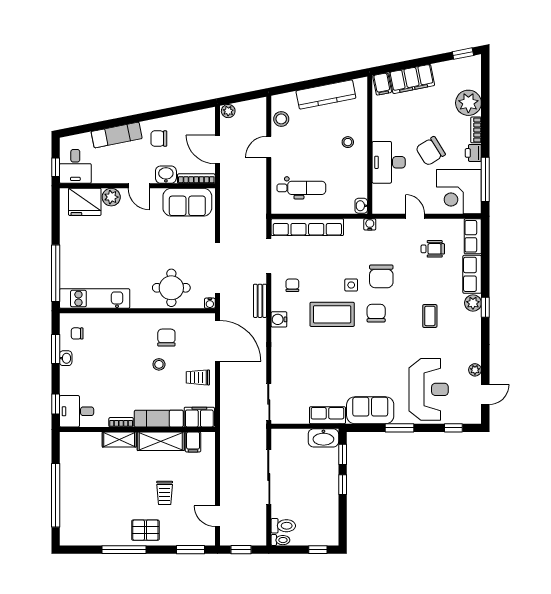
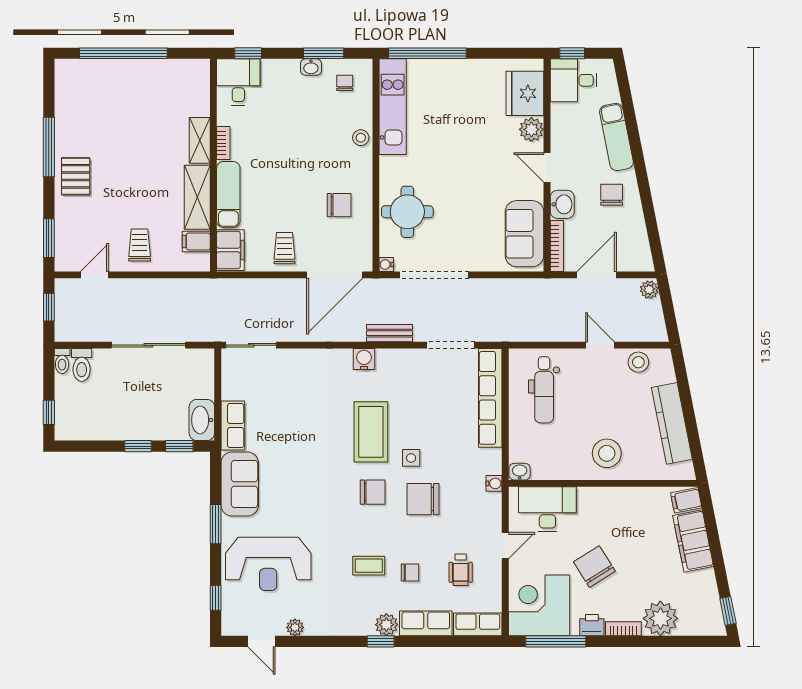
stool: (348, 142) -> (607, 453), width x1.89, depth x1.89
desk: (389, 162) -> (547, 509), moved
door: (139, 186) -> (547, 167), hinge flipped
chair: (292, 285) -> (410, 573), moved
stool: (159, 364) -> (361, 138), moved
trolley: (165, 493) -> (140, 245), moved, turned 90

